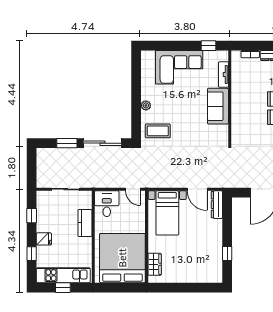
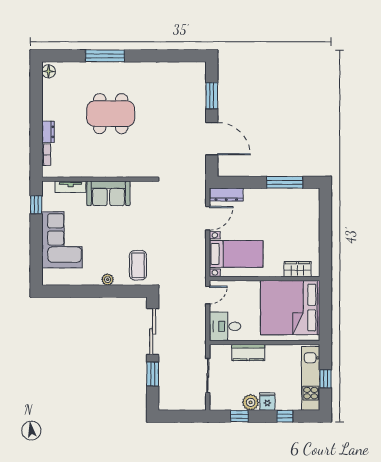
plant: (43, 225) -> (251, 402), added
window: (227, 254) -> (285, 182), width x2.17

